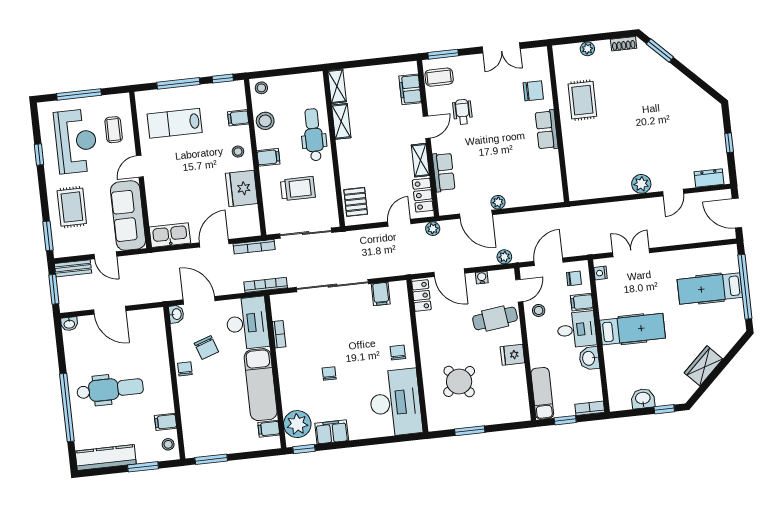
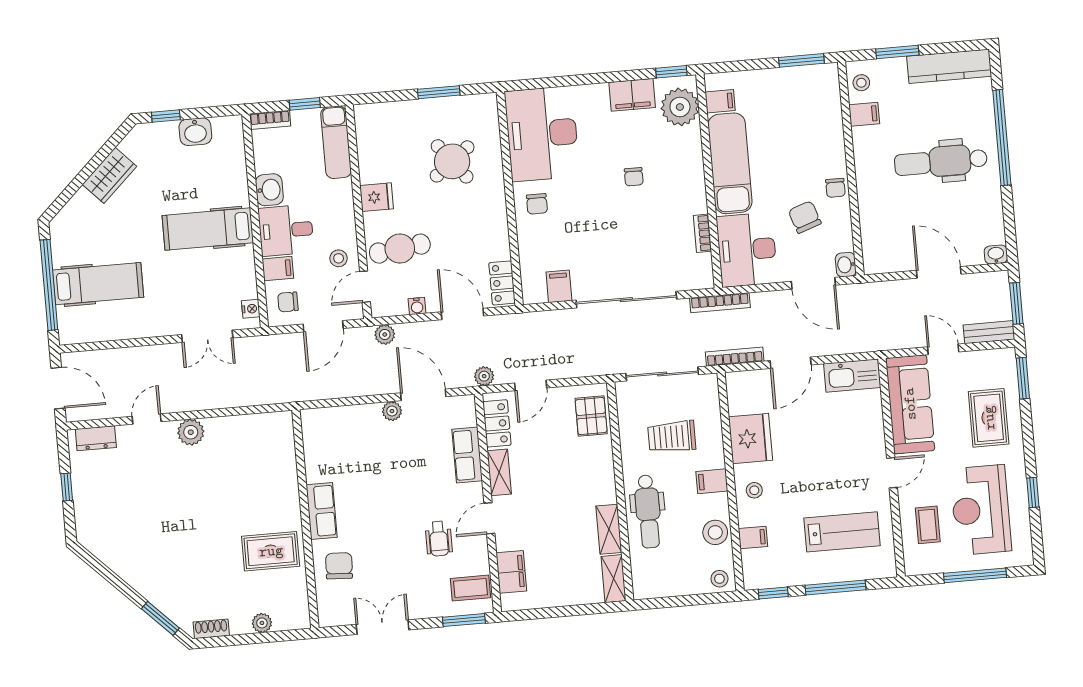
chair: (533, 91) -> (339, 566), turned 93
rug: (582, 100) -> (271, 551), turned 90

